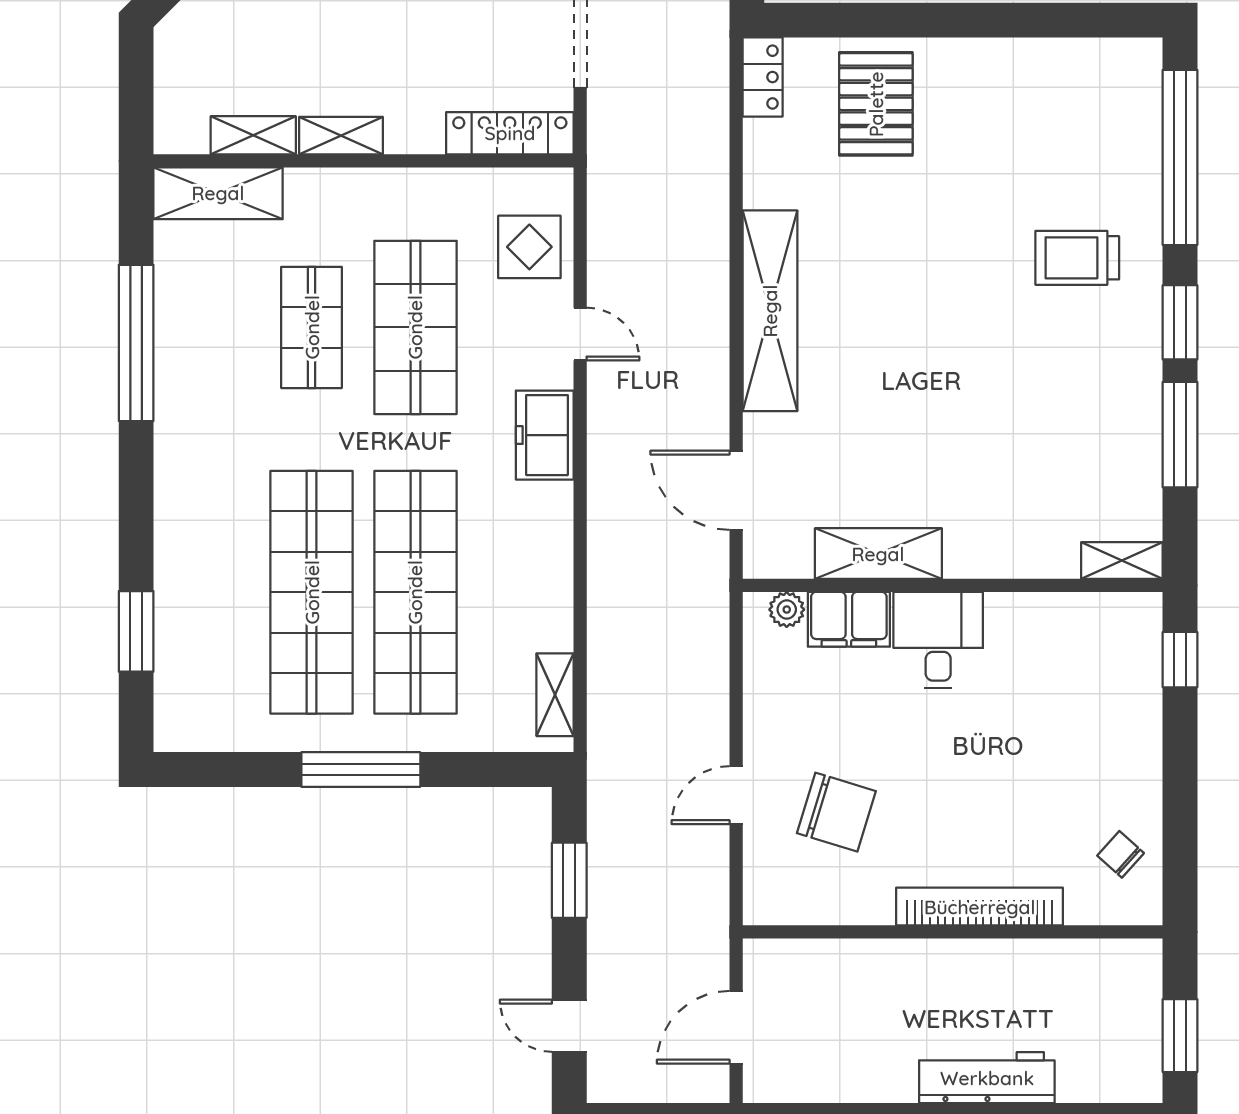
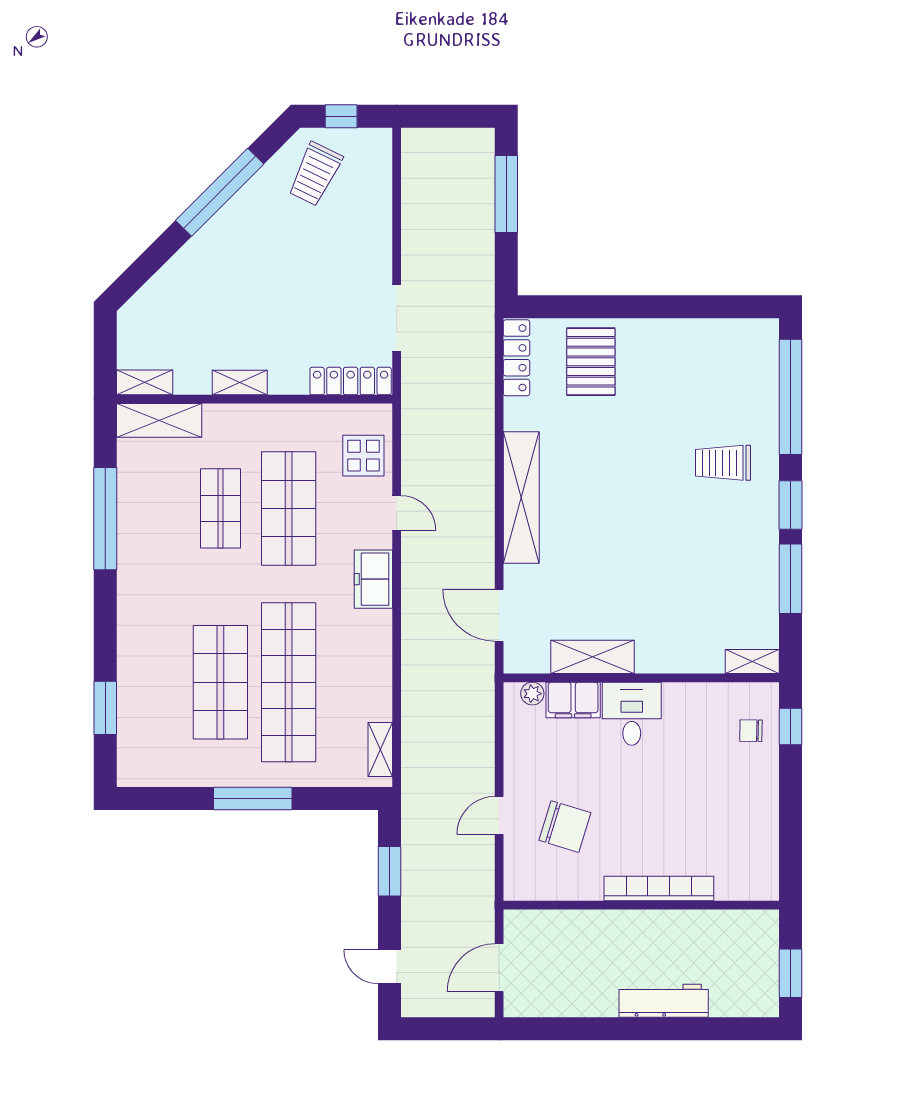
locker: (763, 77) -> (516, 358), width x1.53
shelving: (253, 135) -> (145, 382), moved
shop shelf: (312, 592) -> (220, 682), width x0.71
chair: (1121, 854) -> (751, 731), moved, turned -41

